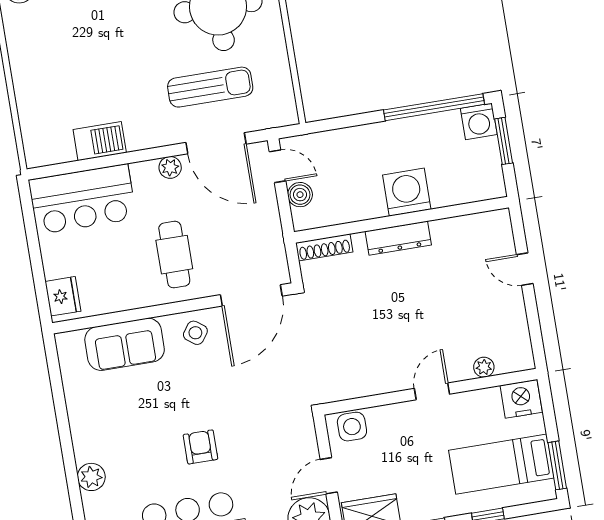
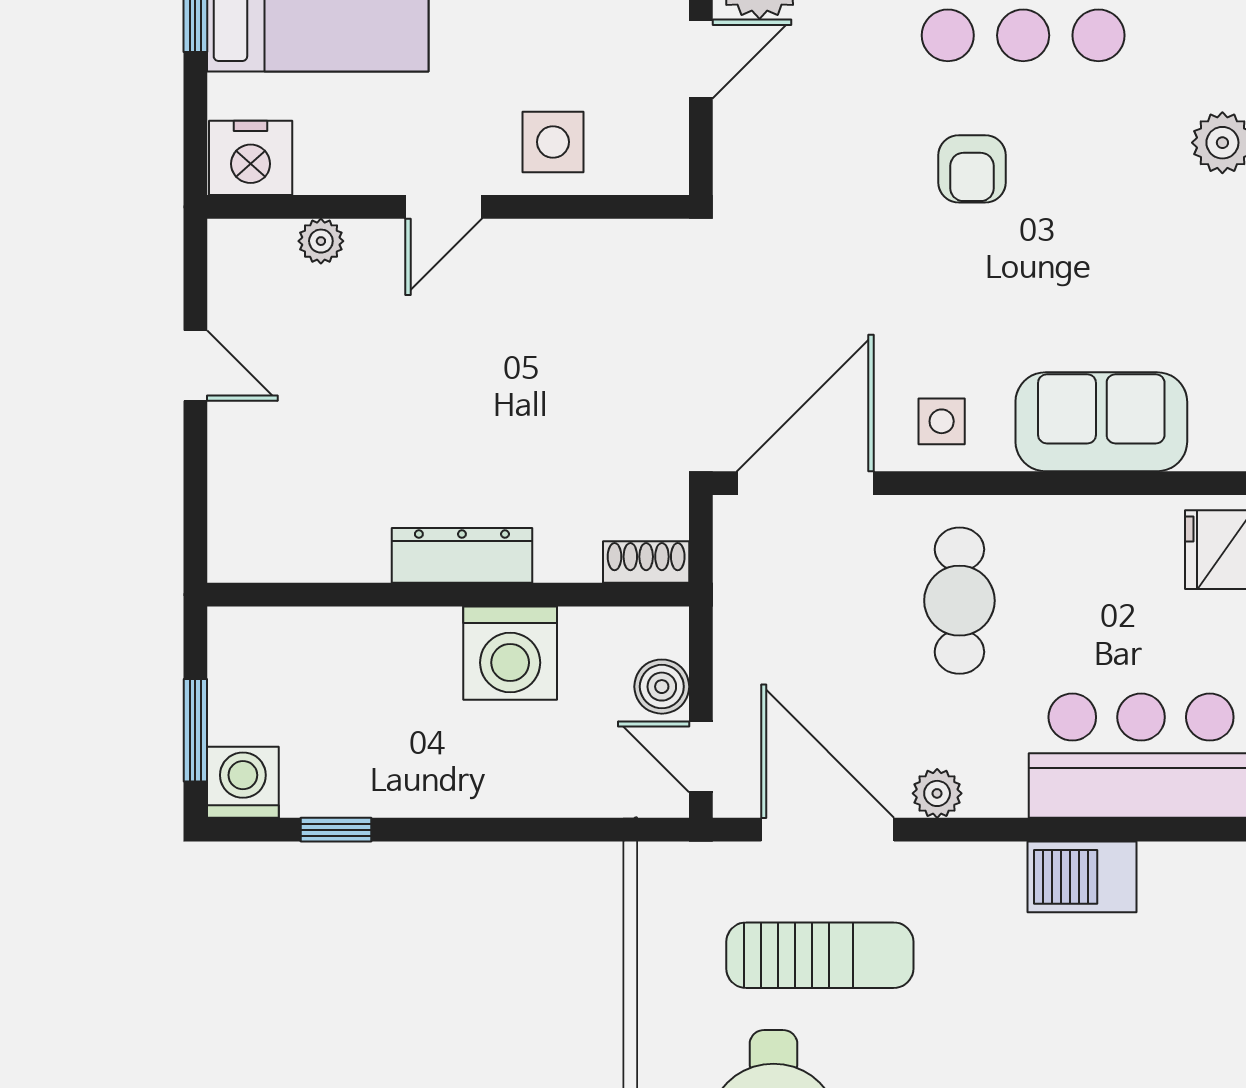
sun lounger: (210, 87) -> (820, 955), turned 180
window: (434, 107) -> (336, 830), width x0.32
washing machine: (407, 192) -> (510, 653), moved
shoe rack: (324, 247) -> (646, 562), width x0.70
door: (525, 269) -> (195, 366), moved
side table: (195, 333) -> (942, 421), turned -36
side table: (352, 427) -> (553, 142), moved

